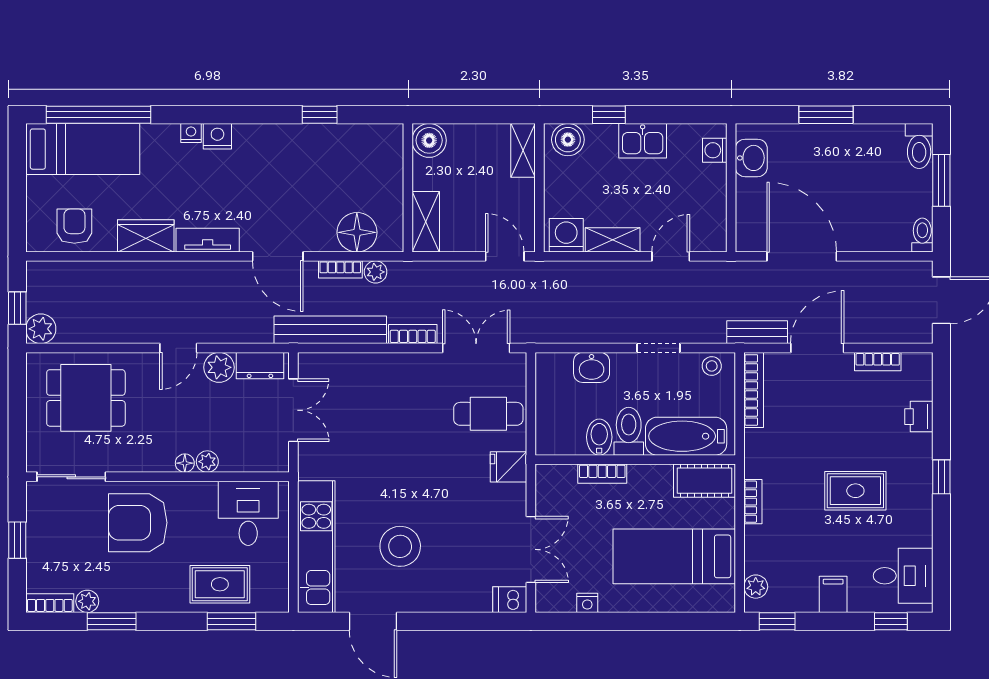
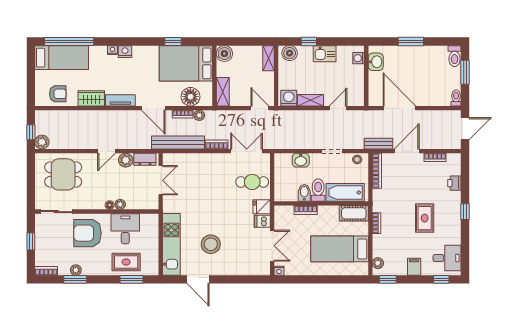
bed: (347, 161) -> (186, 63), added
armchair: (74, 226) -> (58, 94), turned 90
rug: (855, 491) -> (425, 218), turned 90
desk: (248, 513) -> (125, 229), moved
dishwasher: (510, 600) -> (262, 221), moved
plant: (87, 601) -> (76, 270), moved
nightstand: (587, 603) -> (279, 271), moved

